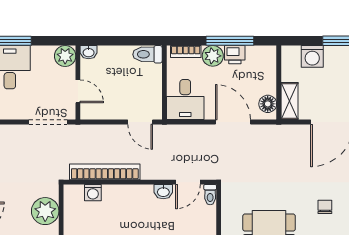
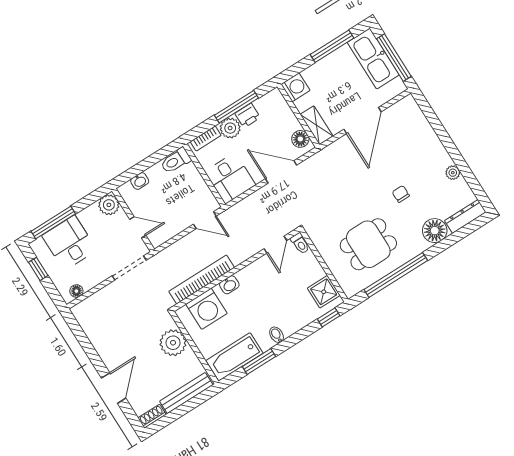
washbasin: (89, 52) -> (140, 181), moved
washing machine: (312, 56) -> (295, 87), moved, turned -90
washbasin: (163, 192) -> (229, 285), moved
washing machine: (93, 193) -> (206, 309), width x1.89, depth x1.89

